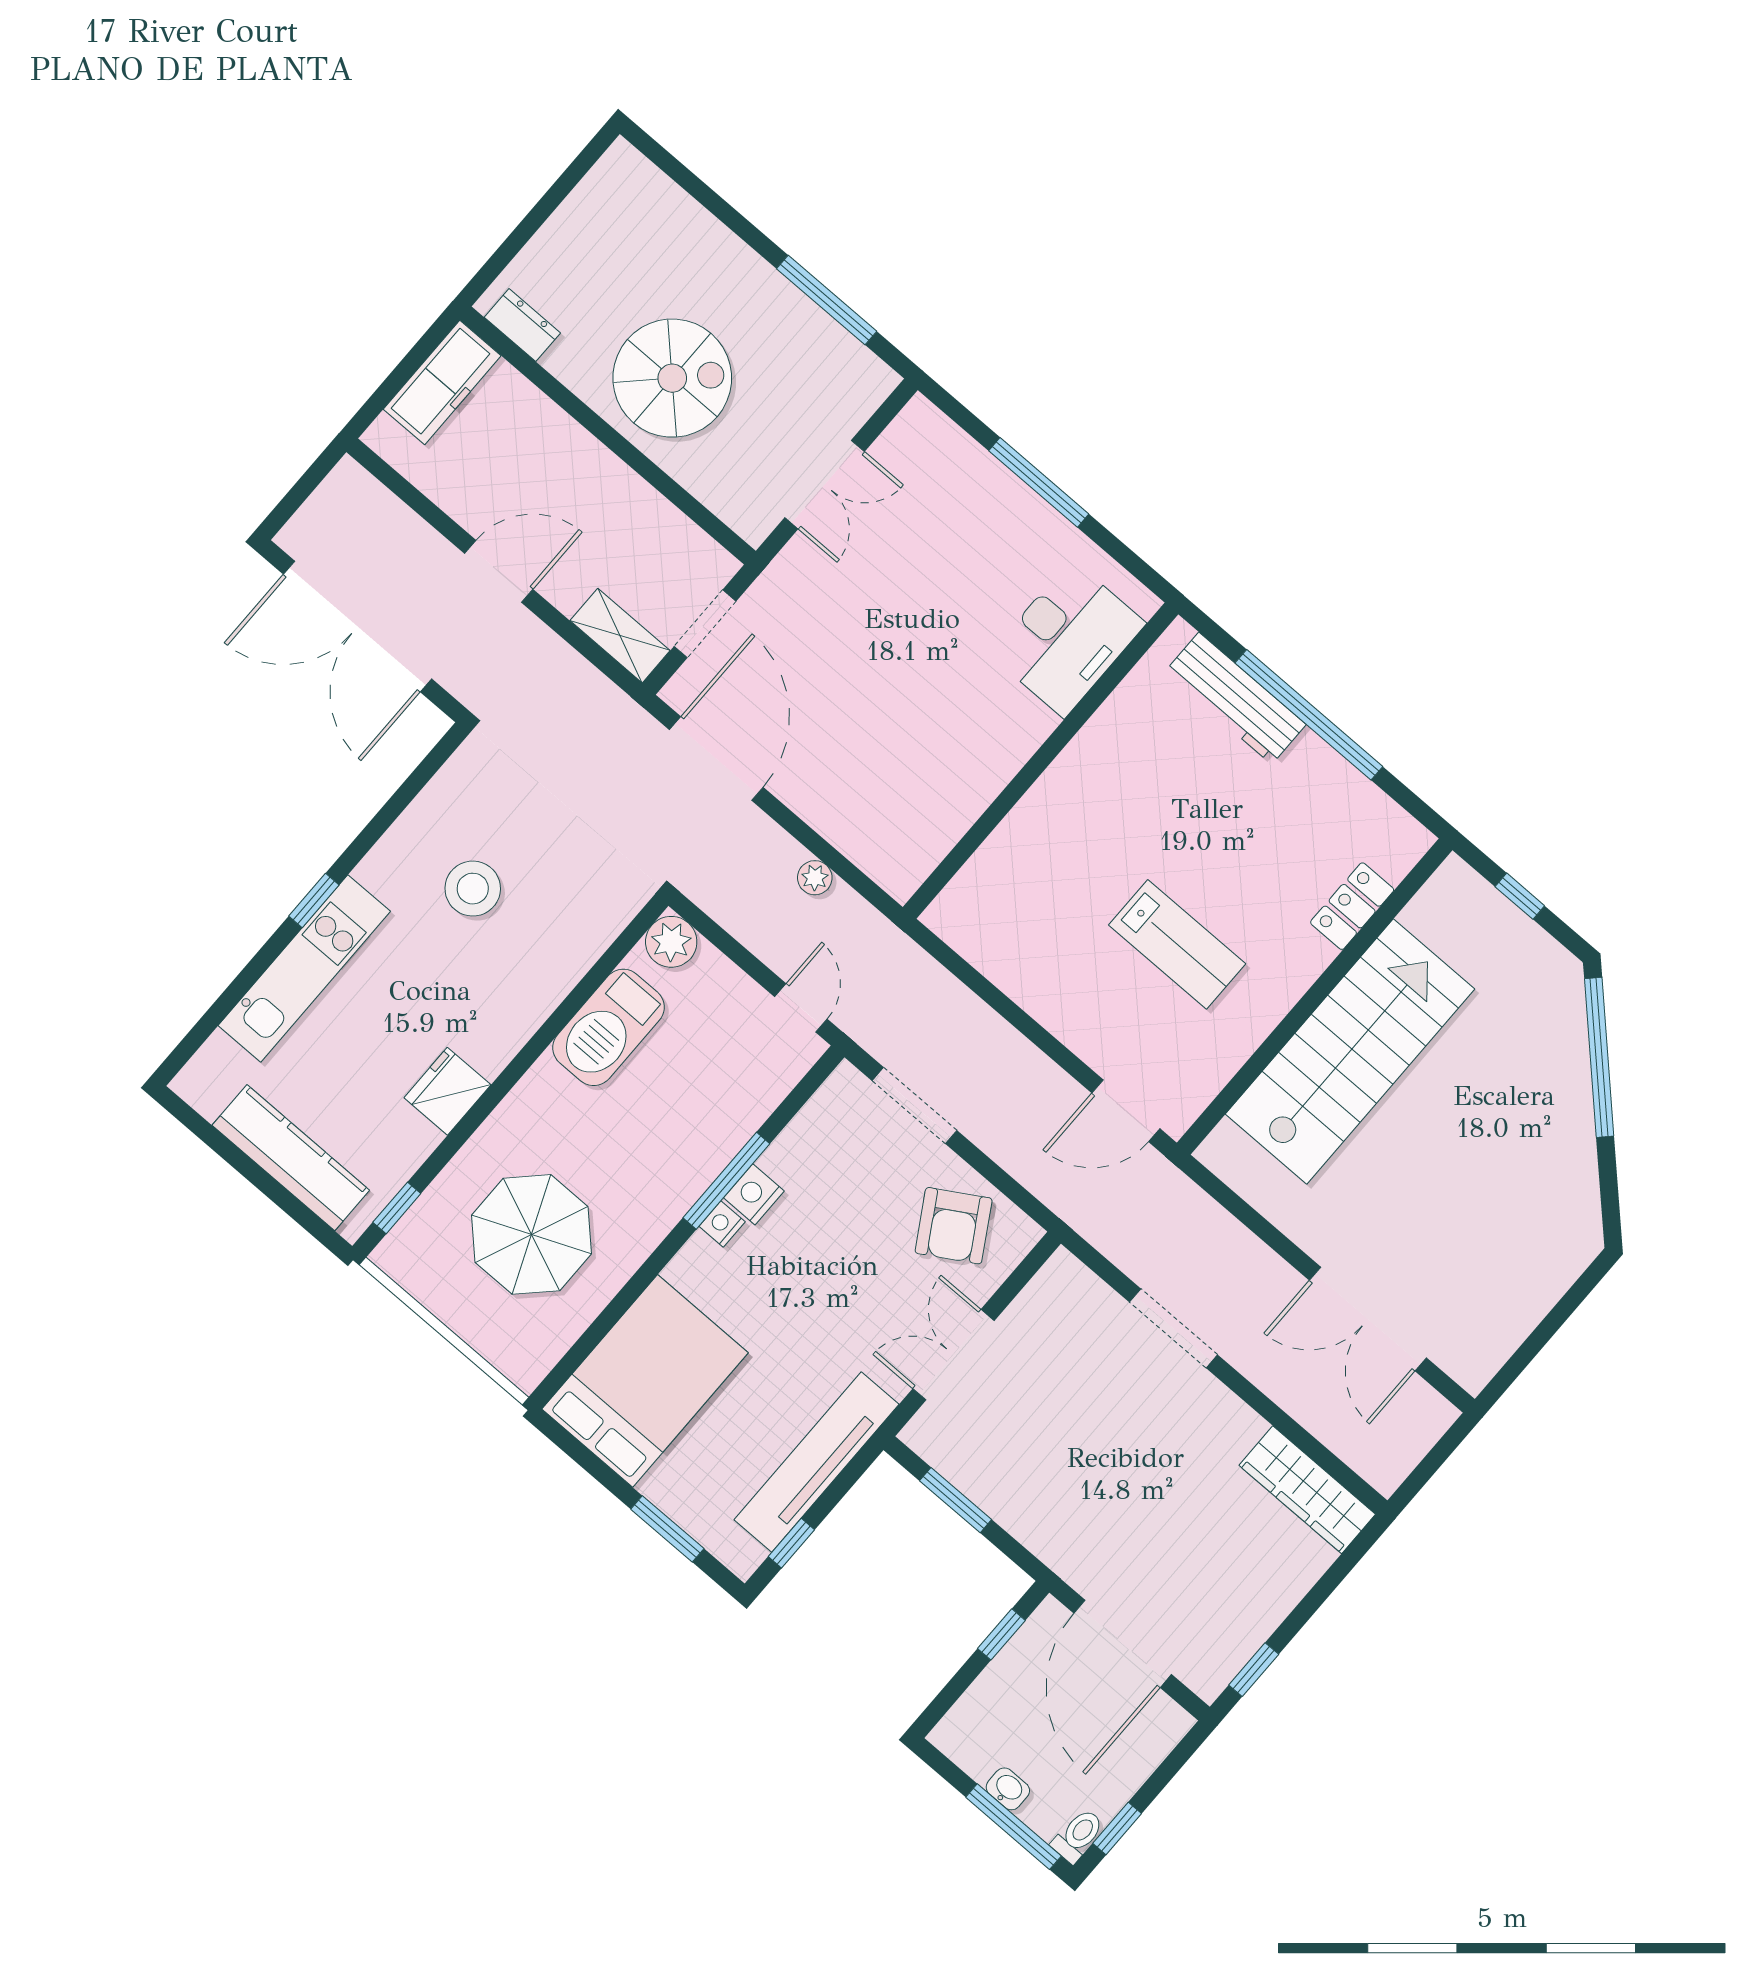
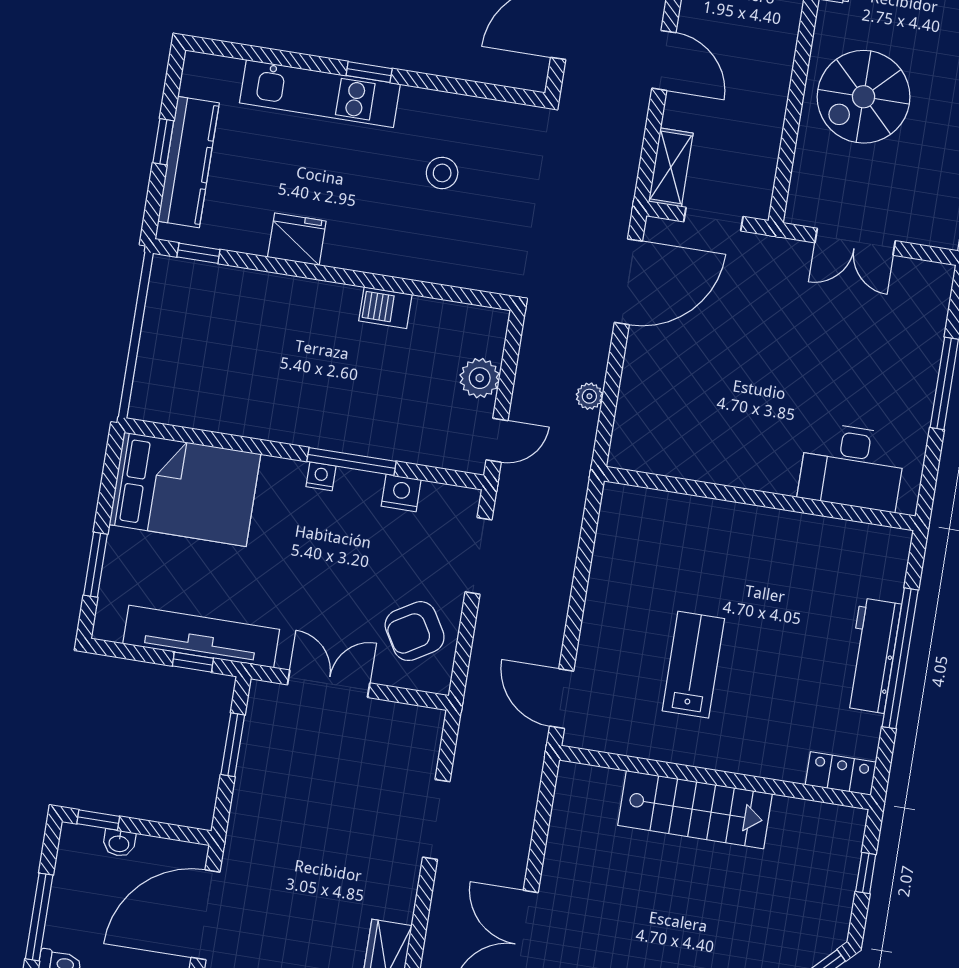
spiral stairs: (672, 378) -> (864, 97), turned 90
workbench: (1235, 698) -> (872, 655), moved
stool: (473, 889) -> (442, 173), width x0.73, depth x0.73
locker: (1352, 906) -> (841, 774), moved
plant: (671, 942) -> (480, 378), moved
lab bench: (1177, 944) -> (693, 665), turned 180
barbecue: (609, 1027) -> (385, 308), width x0.53, depth x0.65
stairs: (1350, 1052) -> (695, 810), width x0.73, depth x0.66
window: (252, 1172) -> (163, 142), added
nightstand: (754, 1194) -> (401, 493), moved
parasol: (532, 1234) -> (236, 354), removed
window: (791, 1543) -> (193, 662), moved
window: (1001, 1634) -> (98, 820), moved
washbasin: (1008, 1789) -> (119, 843), moved, turned 90

